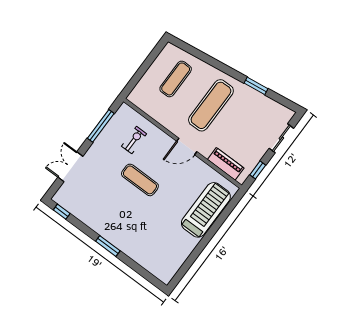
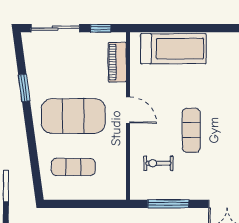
exercise mat: (211, 105) -> (73, 116), width x1.47
sliding door: (281, 138) -> (55, 28), width x1.37
treadmill: (206, 210) -> (173, 49), turned 180

